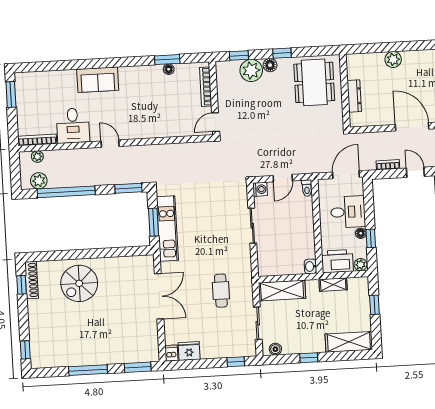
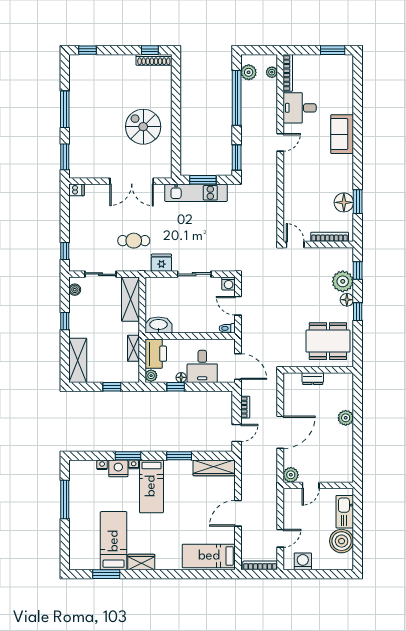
floor lamp: (169, 69) -> (344, 202), width x1.89, depth x1.89
dresser: (354, 96) -> (313, 379), width x0.70
washbasin: (310, 266) -> (158, 325), width x1.91, depth x1.45
spiral stairs: (79, 283) -> (143, 127), moved
fridge: (189, 351) -> (161, 263), moved, turned -90

